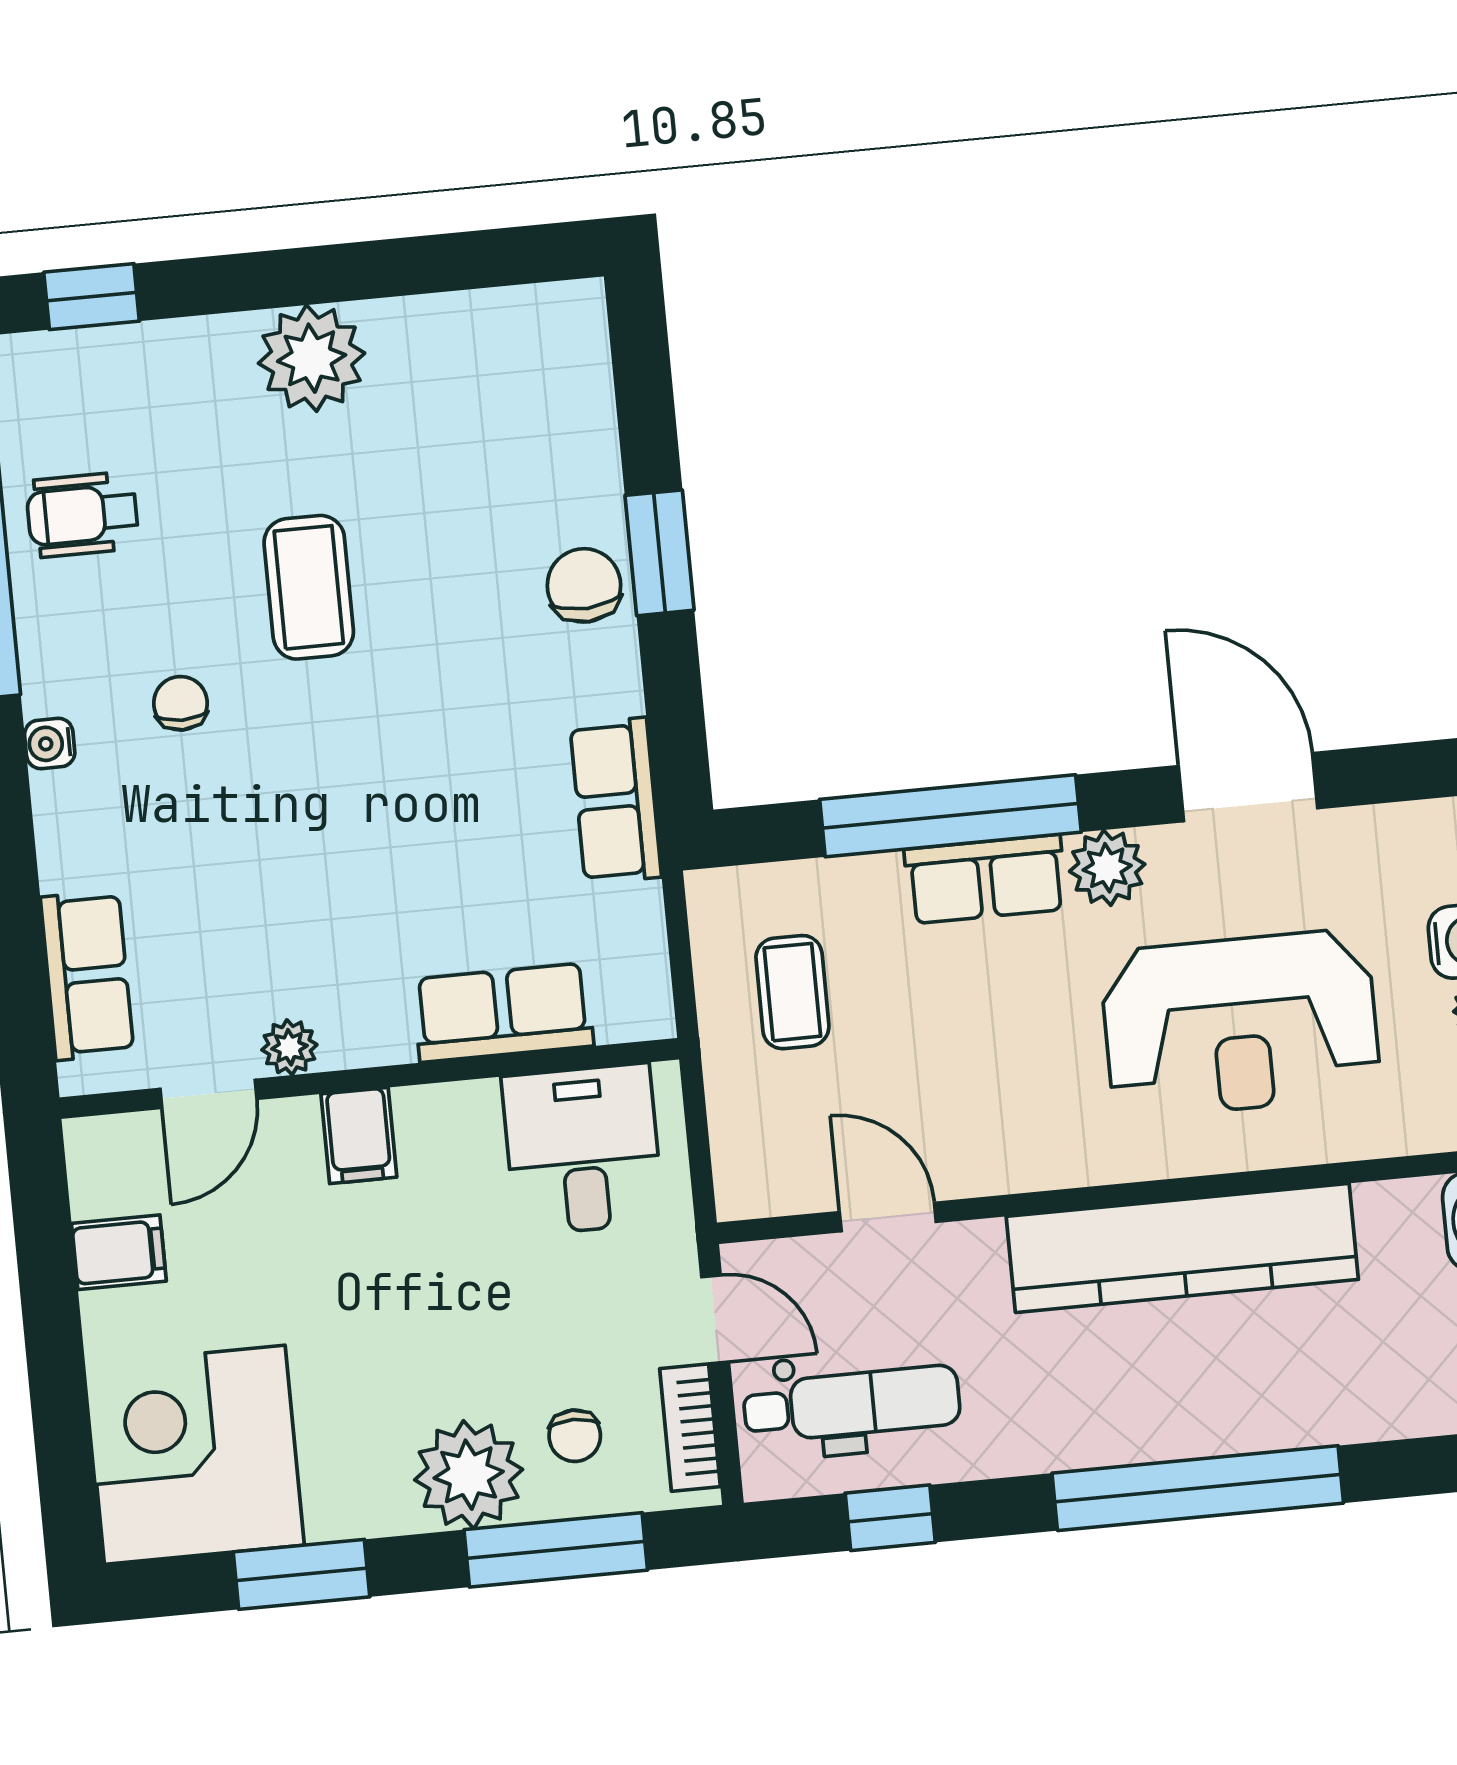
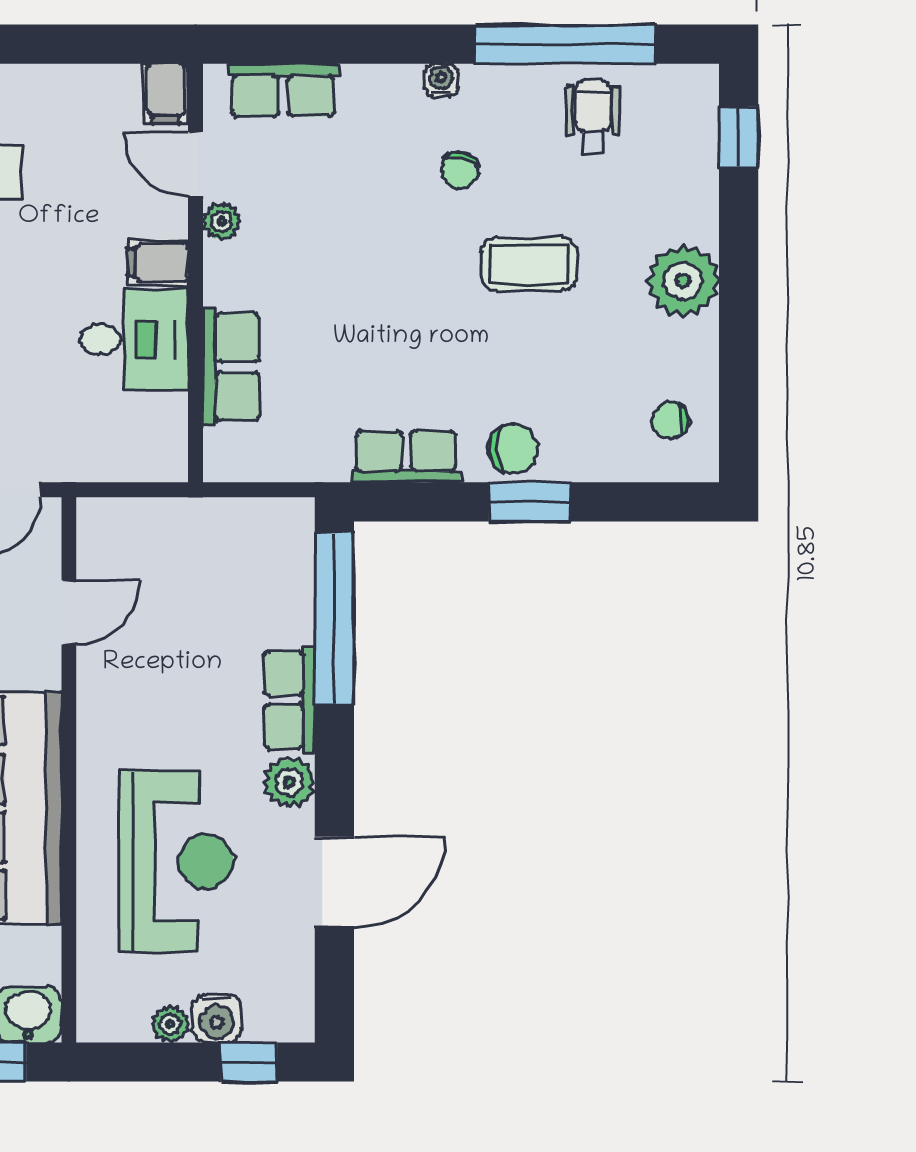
chair: (519, 357) -> (670, 420), added
chair: (181, 703) -> (460, 171), turned 102
row of seats: (616, 801) -> (406, 457), moved
window: (950, 816) -> (334, 619), moved
coffee table: (792, 992) -> (226, 563), removed
reception desk: (1240, 1024) -> (176, 862), turned 180
desk: (583, 1150) -> (134, 339), moved
filing cabinet: (119, 1252) -> (166, 94), moved

